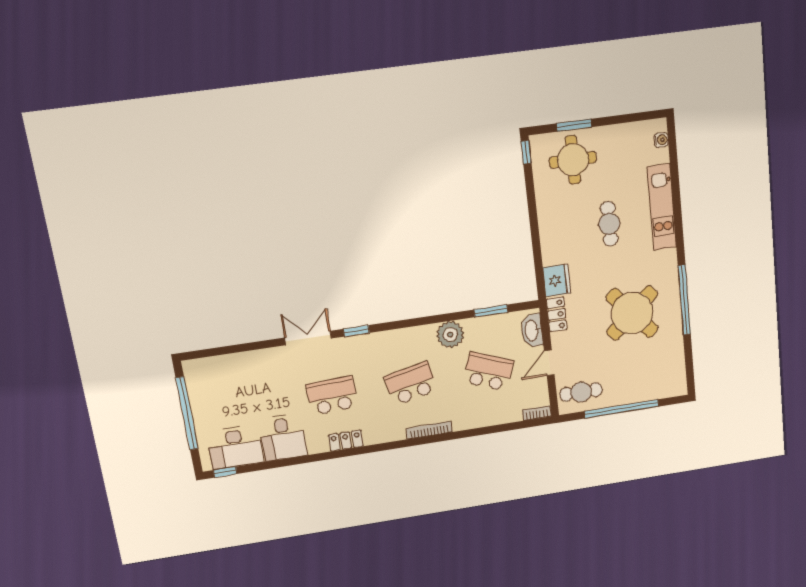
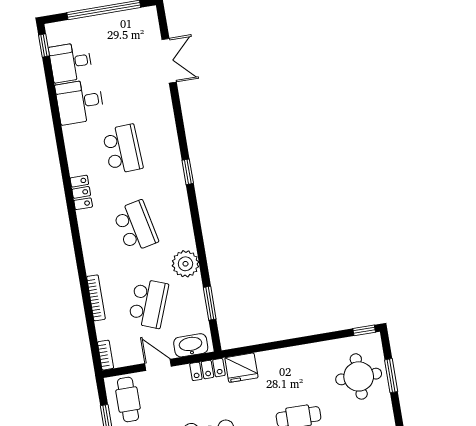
double door: (308, 338) -> (169, 61), moved
bookcase: (429, 430) -> (96, 298), moved
locker: (346, 441) -> (81, 192), moved
desk: (235, 447) -> (71, 62), width x0.73

